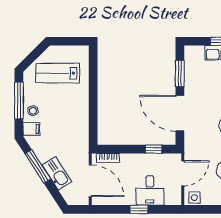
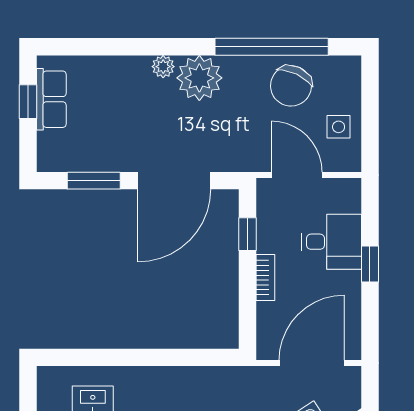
bookcase: (108, 158) -> (265, 277), moved
side table: (194, 198) -> (339, 127), moved

